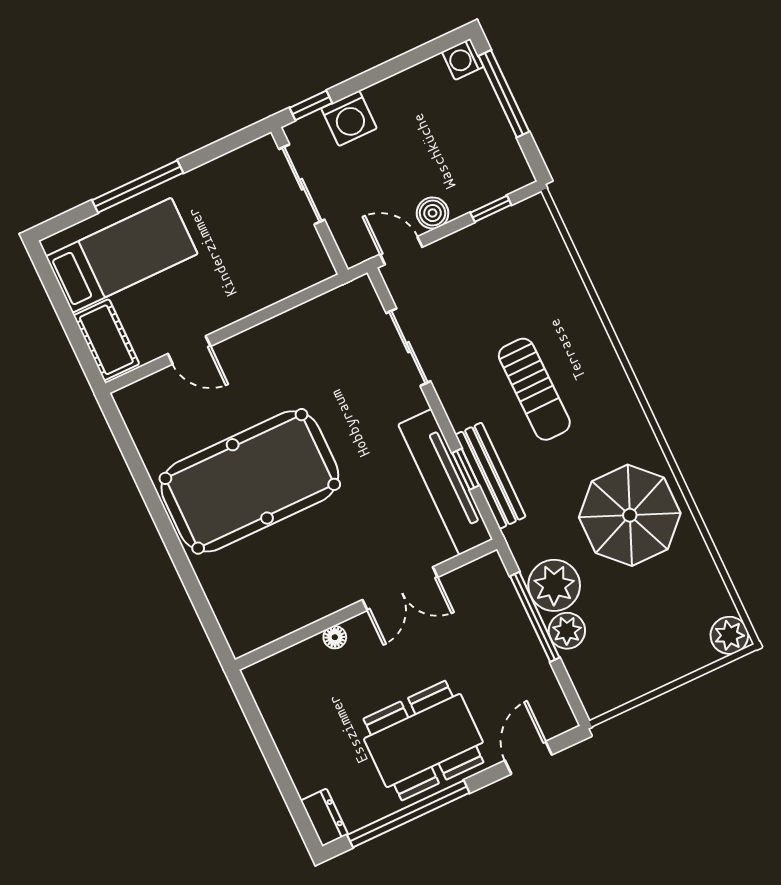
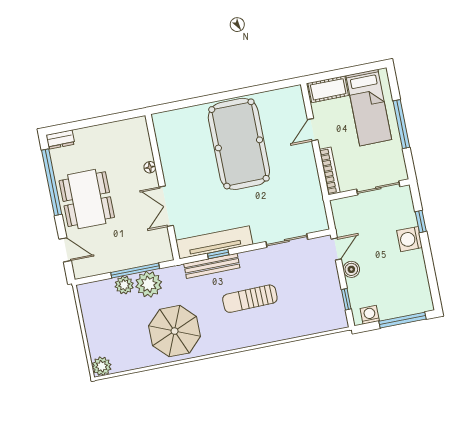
washing machine: (463, 59) -> (370, 315), moved
sliding door: (302, 184) -> (378, 188), moved
wall: (310, 201) -> (369, 190), moved
bookcase: (259, 299) -> (330, 171), added

